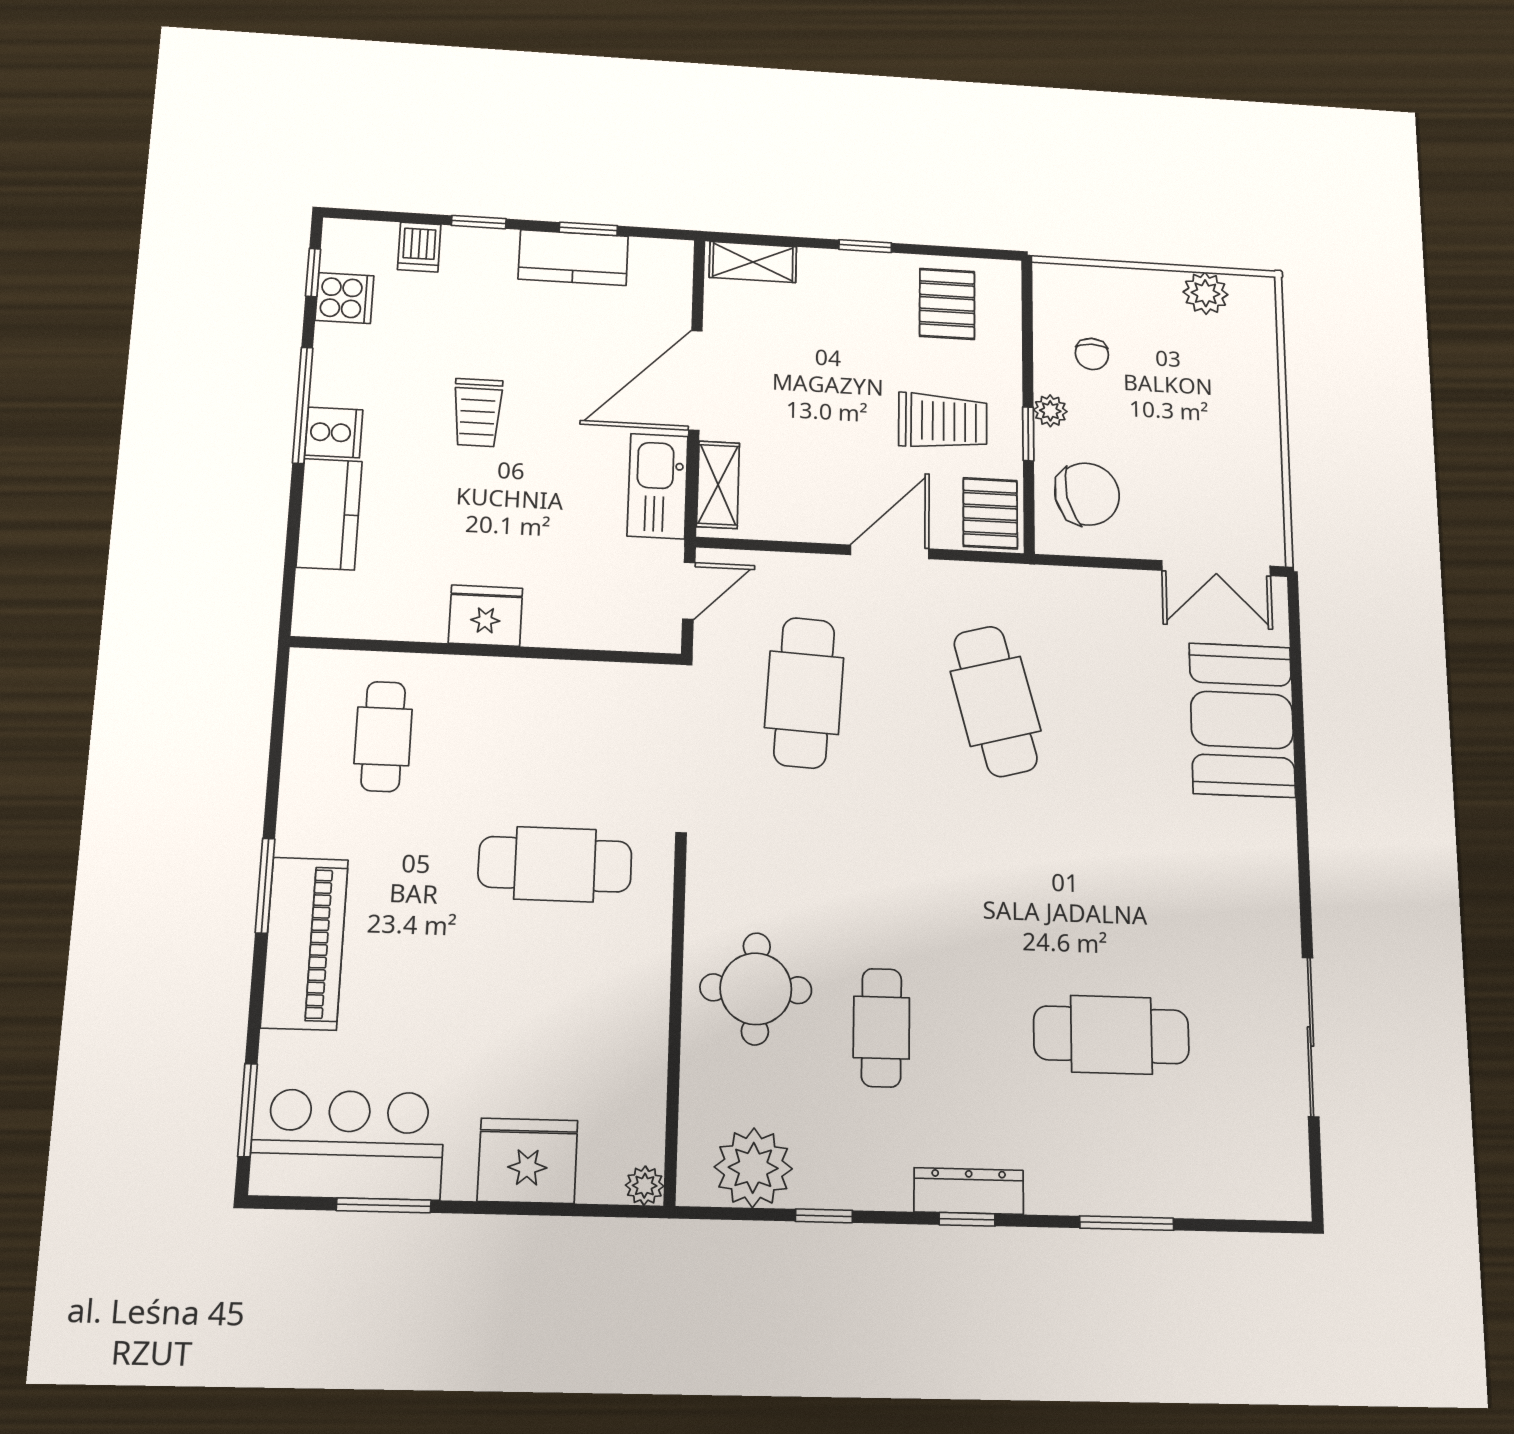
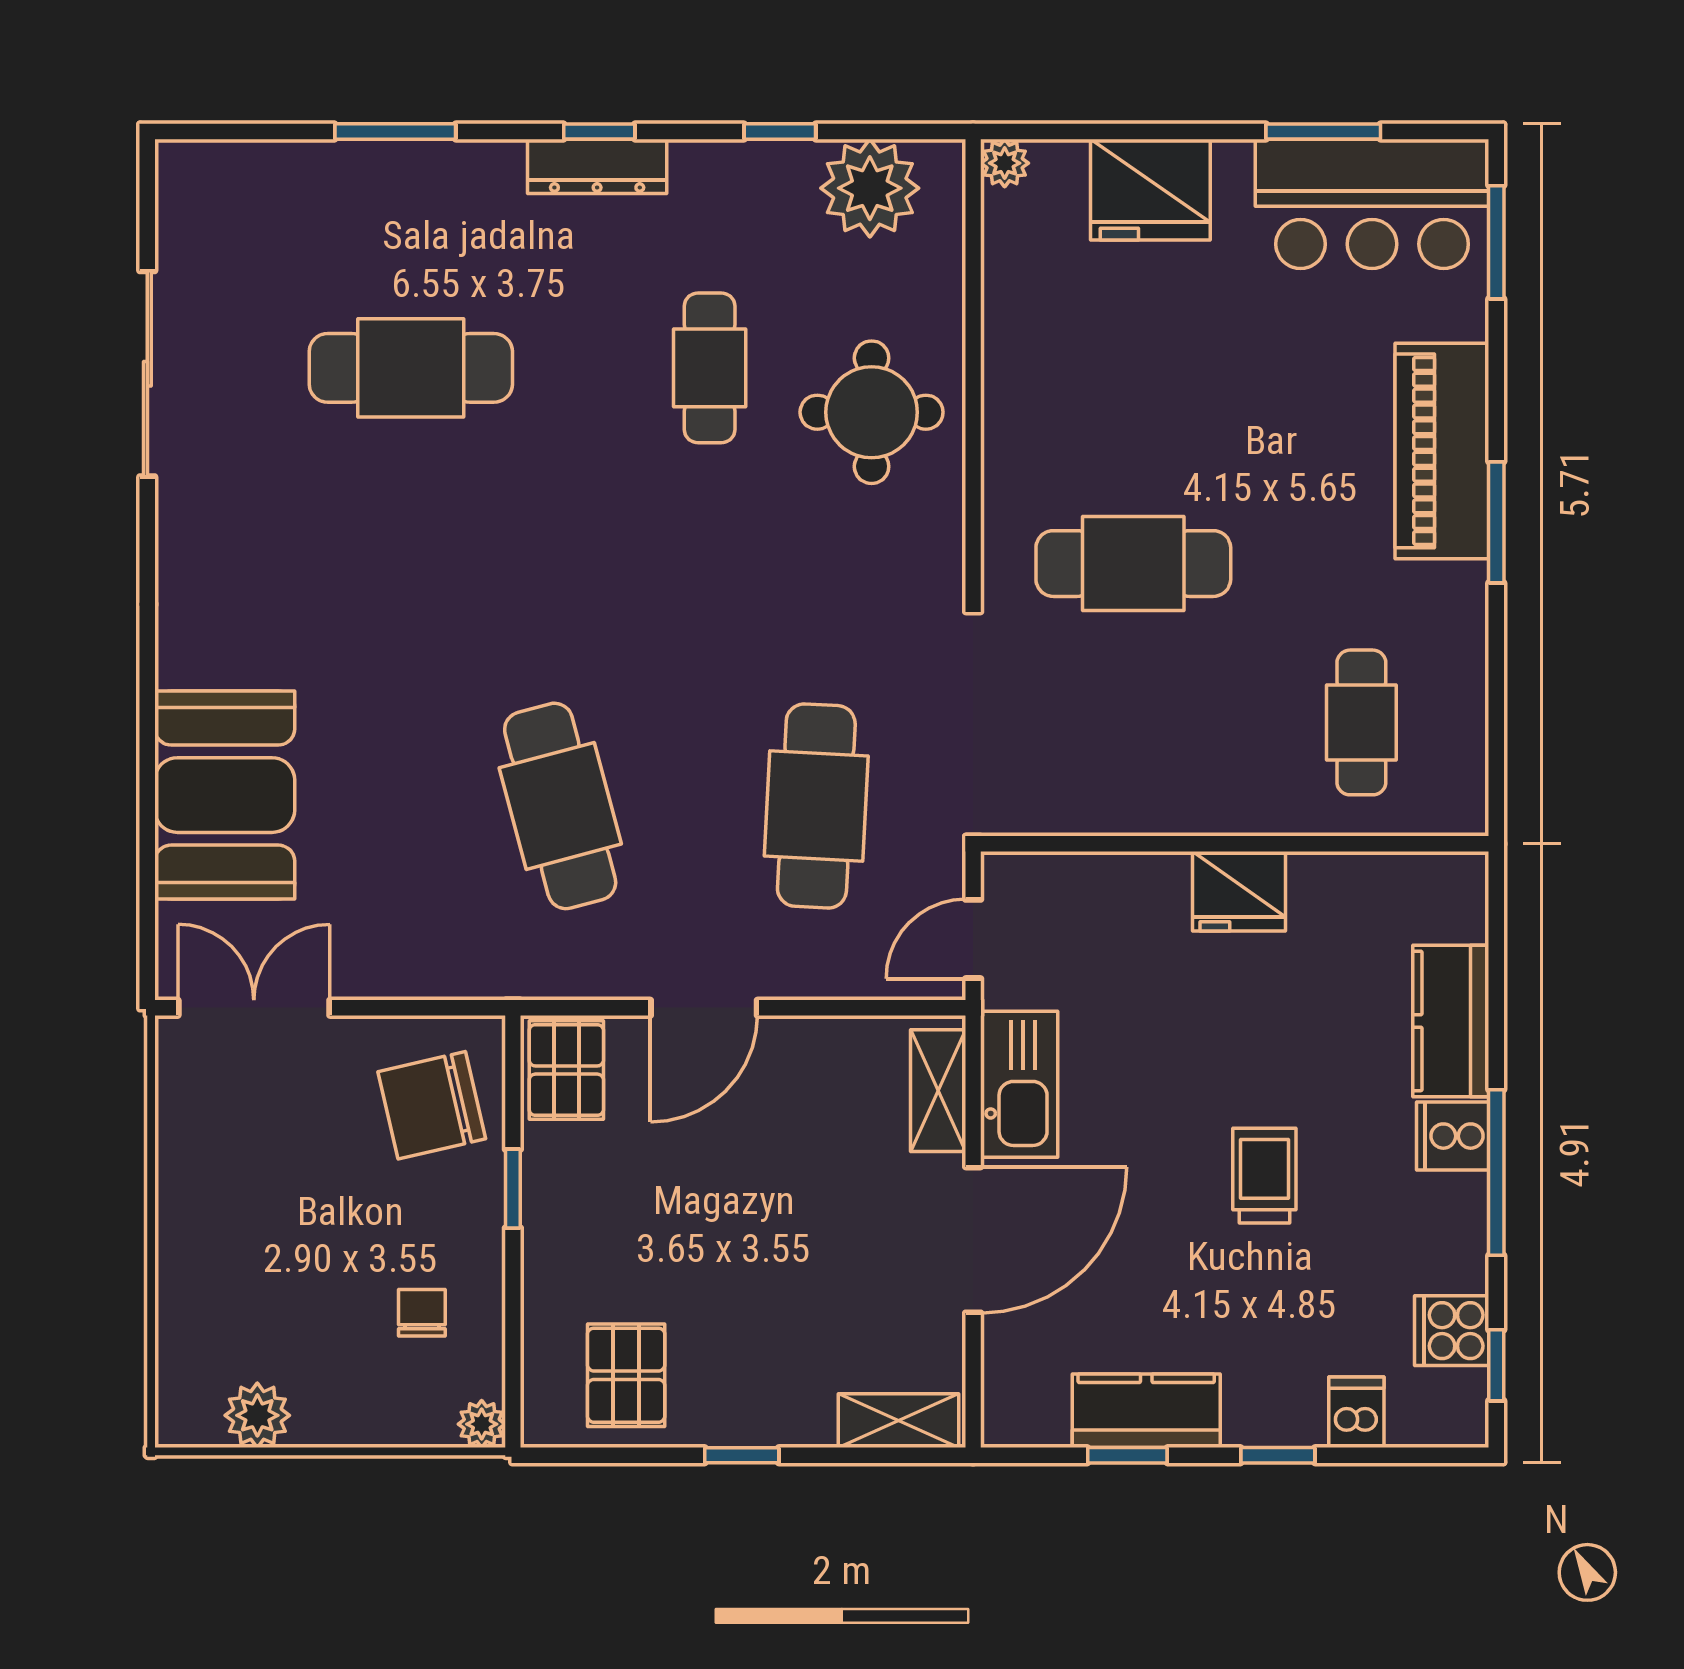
plant: (1050, 411) -> (482, 1424), moved
trolley: (943, 421) -> (632, 1200), removed

